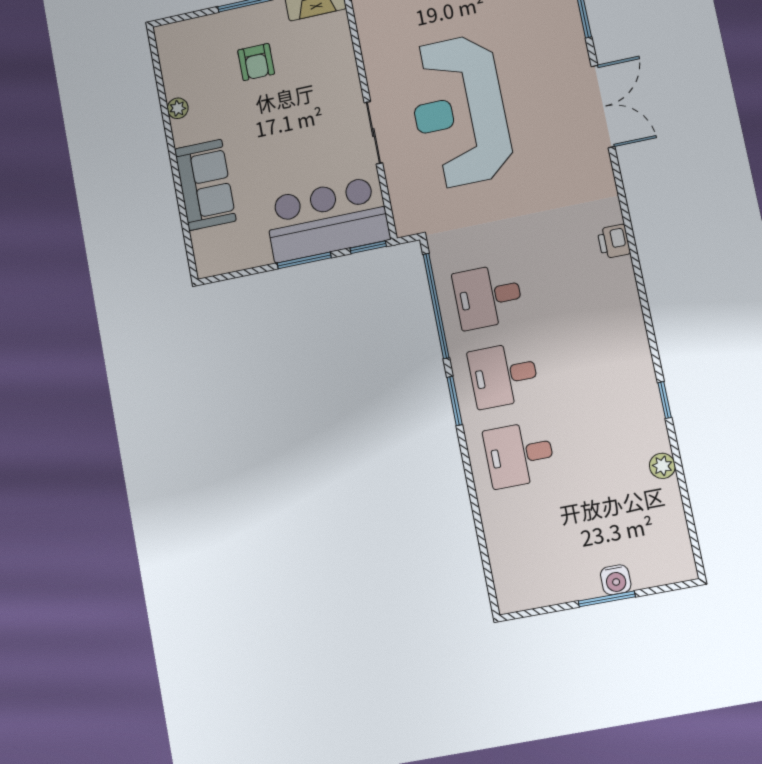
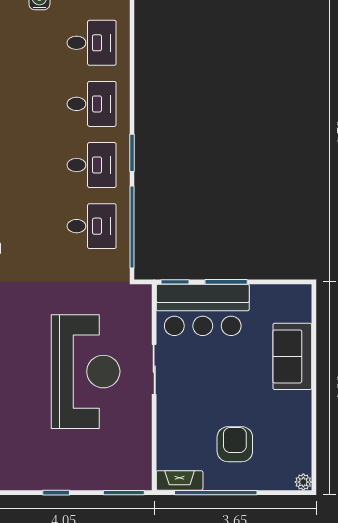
armchair: (256, 62) -> (235, 444), width x1.38, depth x1.38
plant: (178, 108) -> (303, 482), moved
desk: (535, 535) -> (92, 43), added

